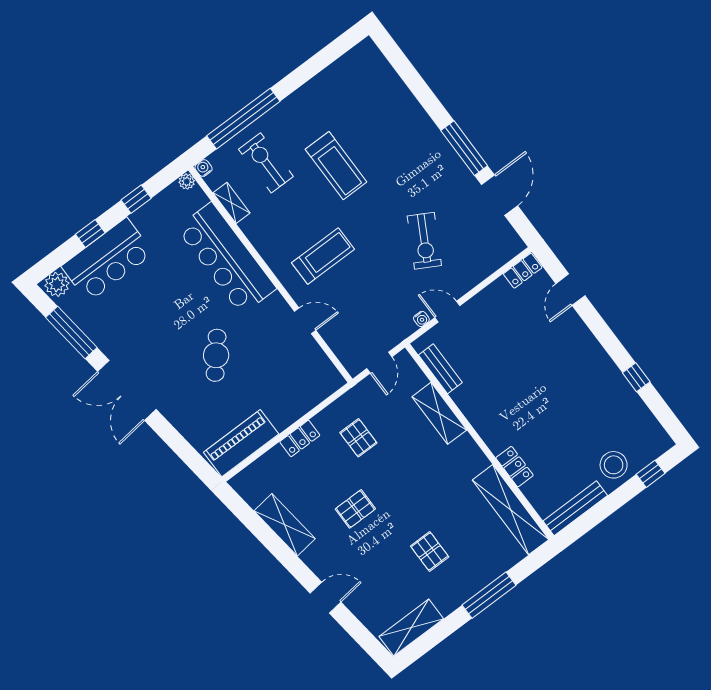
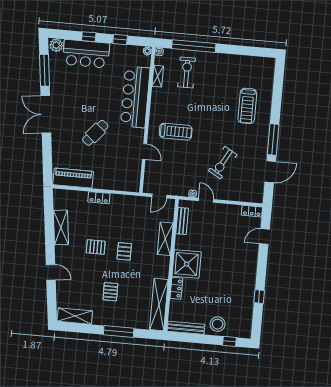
treadmill: (336, 166) -> (247, 106), moved
shower: (499, 421) -> (187, 264), added
pallet: (358, 438) -> (124, 251), moved

